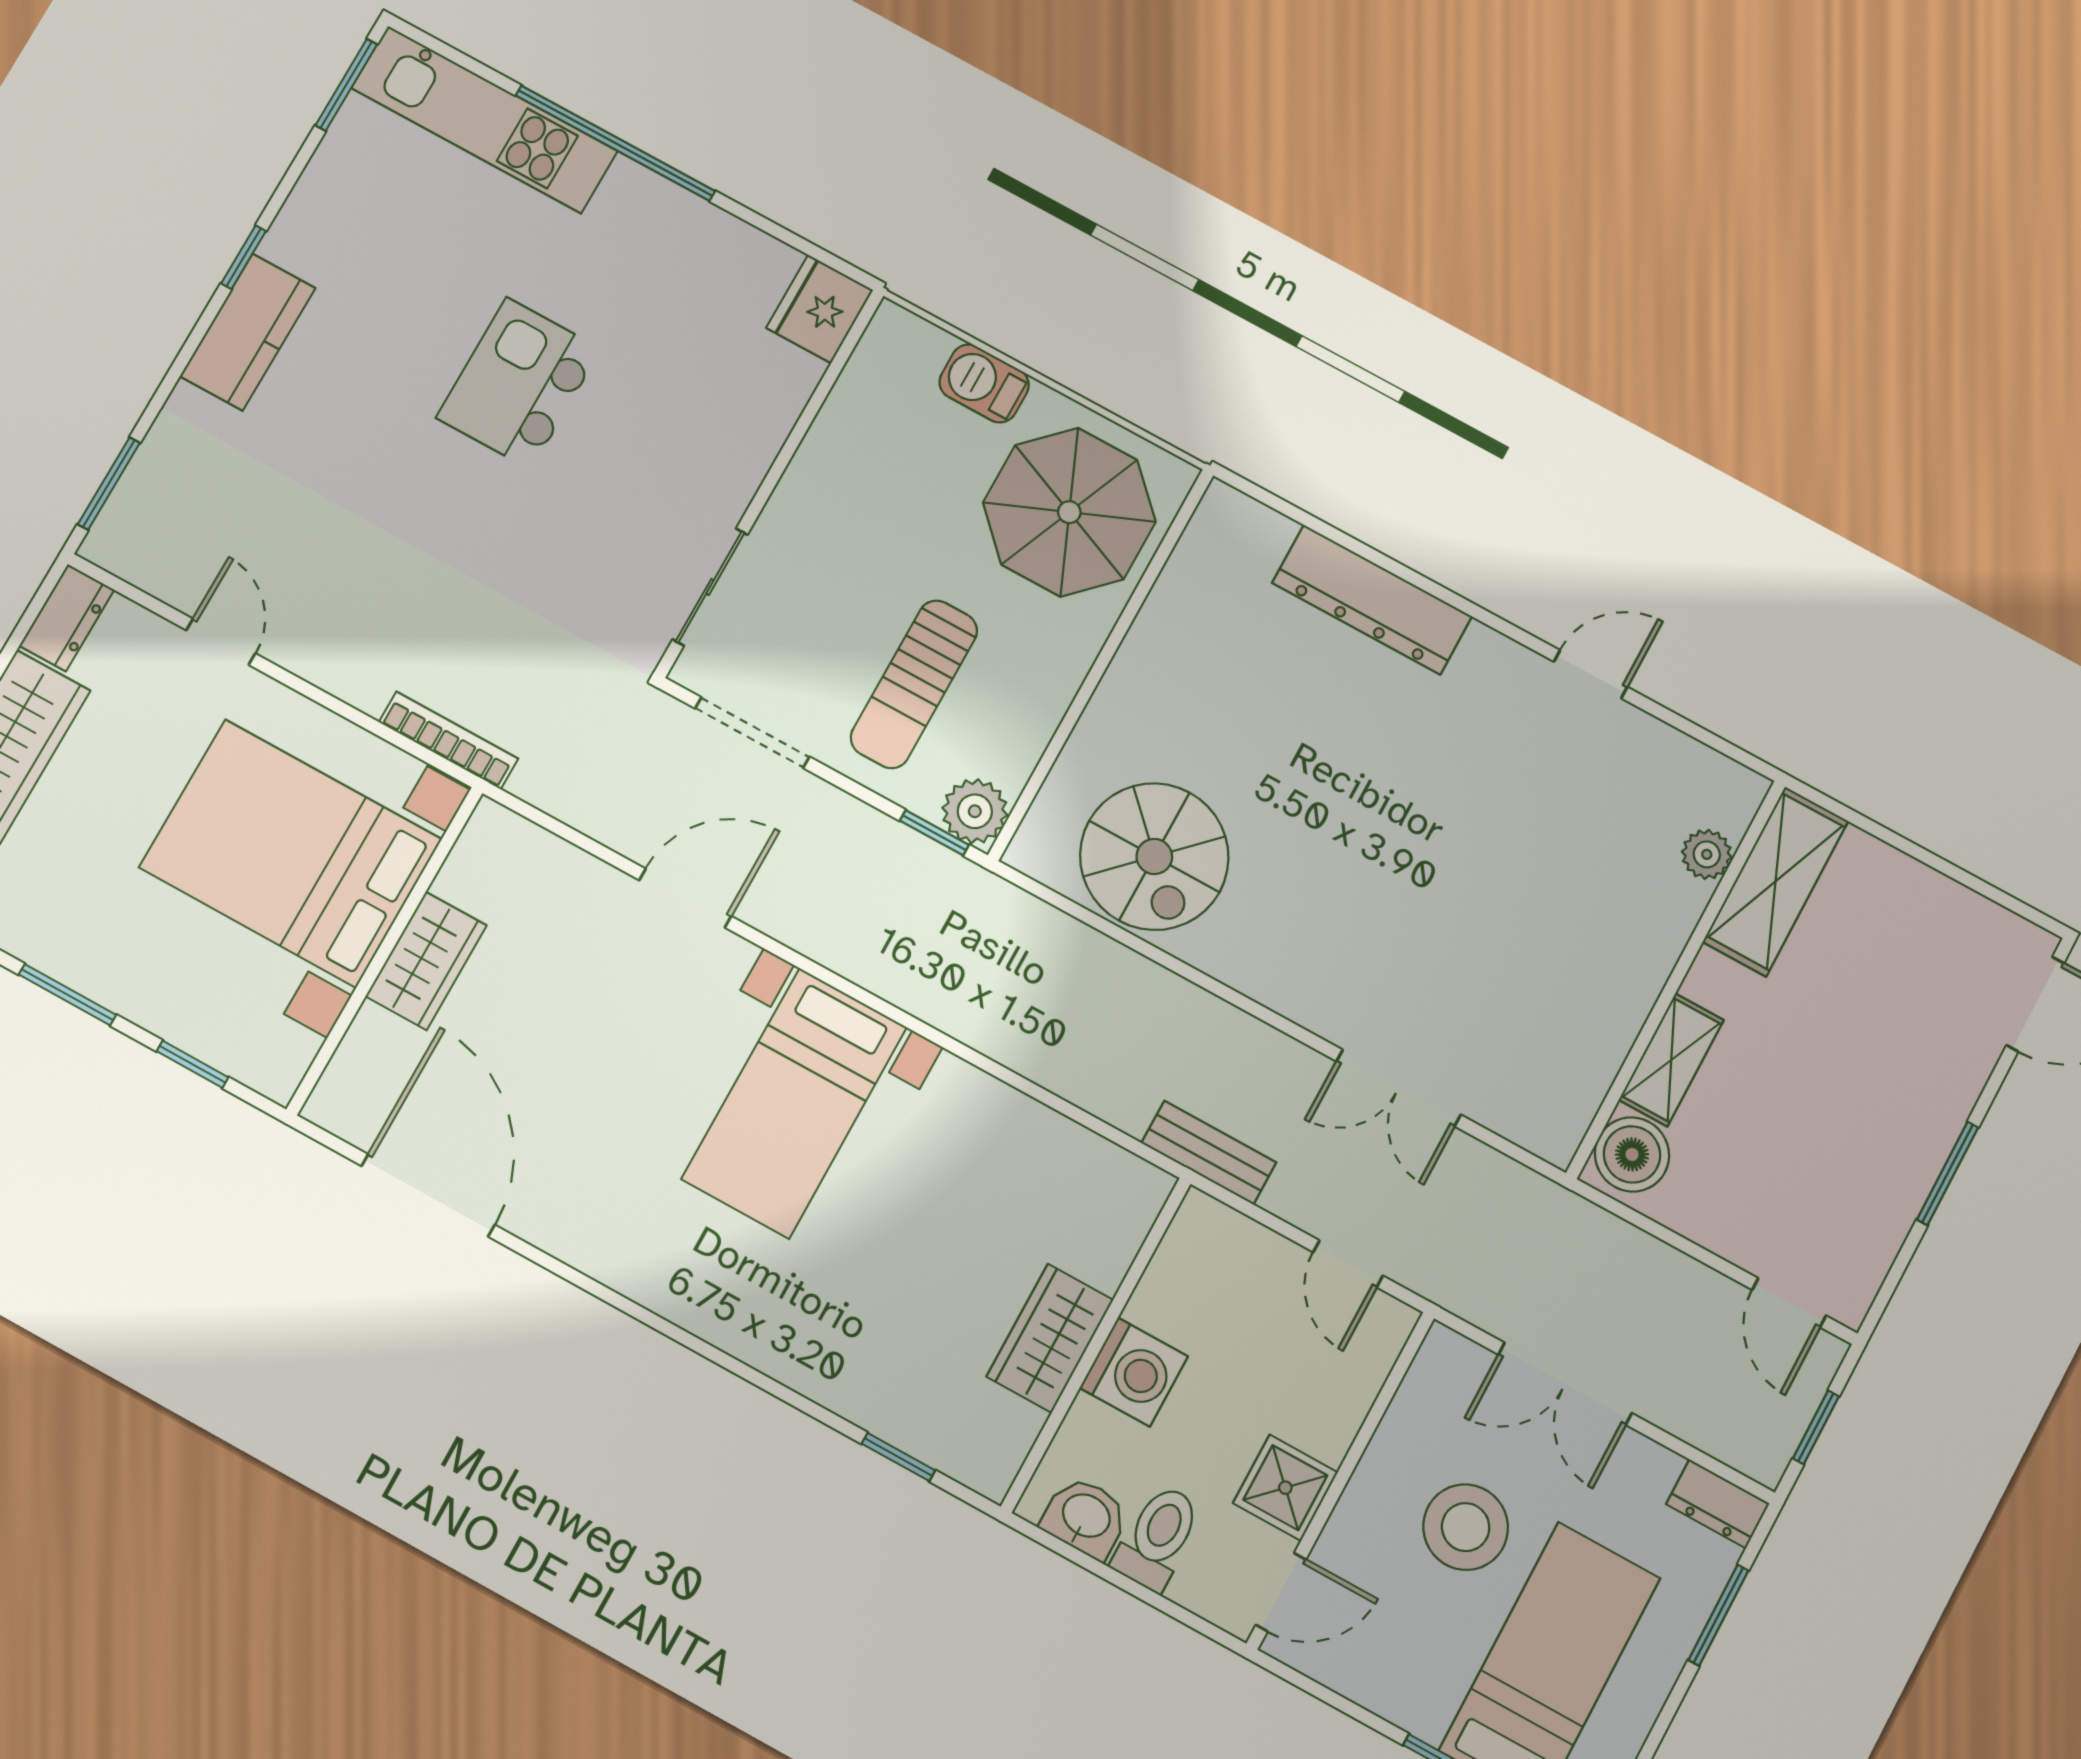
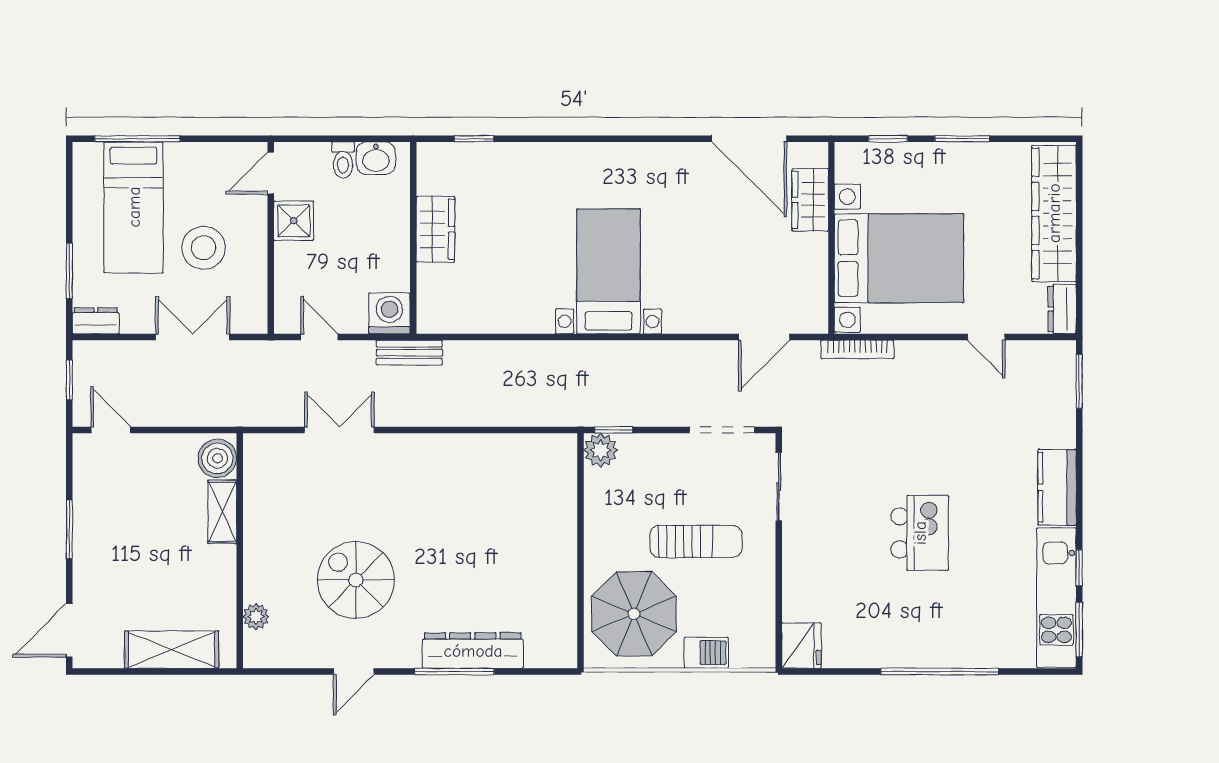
kitchen unit: (484, 120) -> (1056, 598), moved, turned -90
window: (244, 257) -> (1079, 568), moved
window: (1422, 582) -> (454, 672), added
sun lounger: (914, 684) -> (696, 541), moved, turned 90
spiral stairs: (1154, 856) -> (356, 580), moved
shelving: (1776, 881) -> (172, 650), moved, turned 90
door: (685, 898) -> (764, 337), moved
wardrobe: (426, 961) -> (810, 200), moved
washing machine: (1134, 1372) -> (390, 313), moved, turned 90
toilet: (1158, 1537) -> (343, 160), width x0.73, depth x0.72

